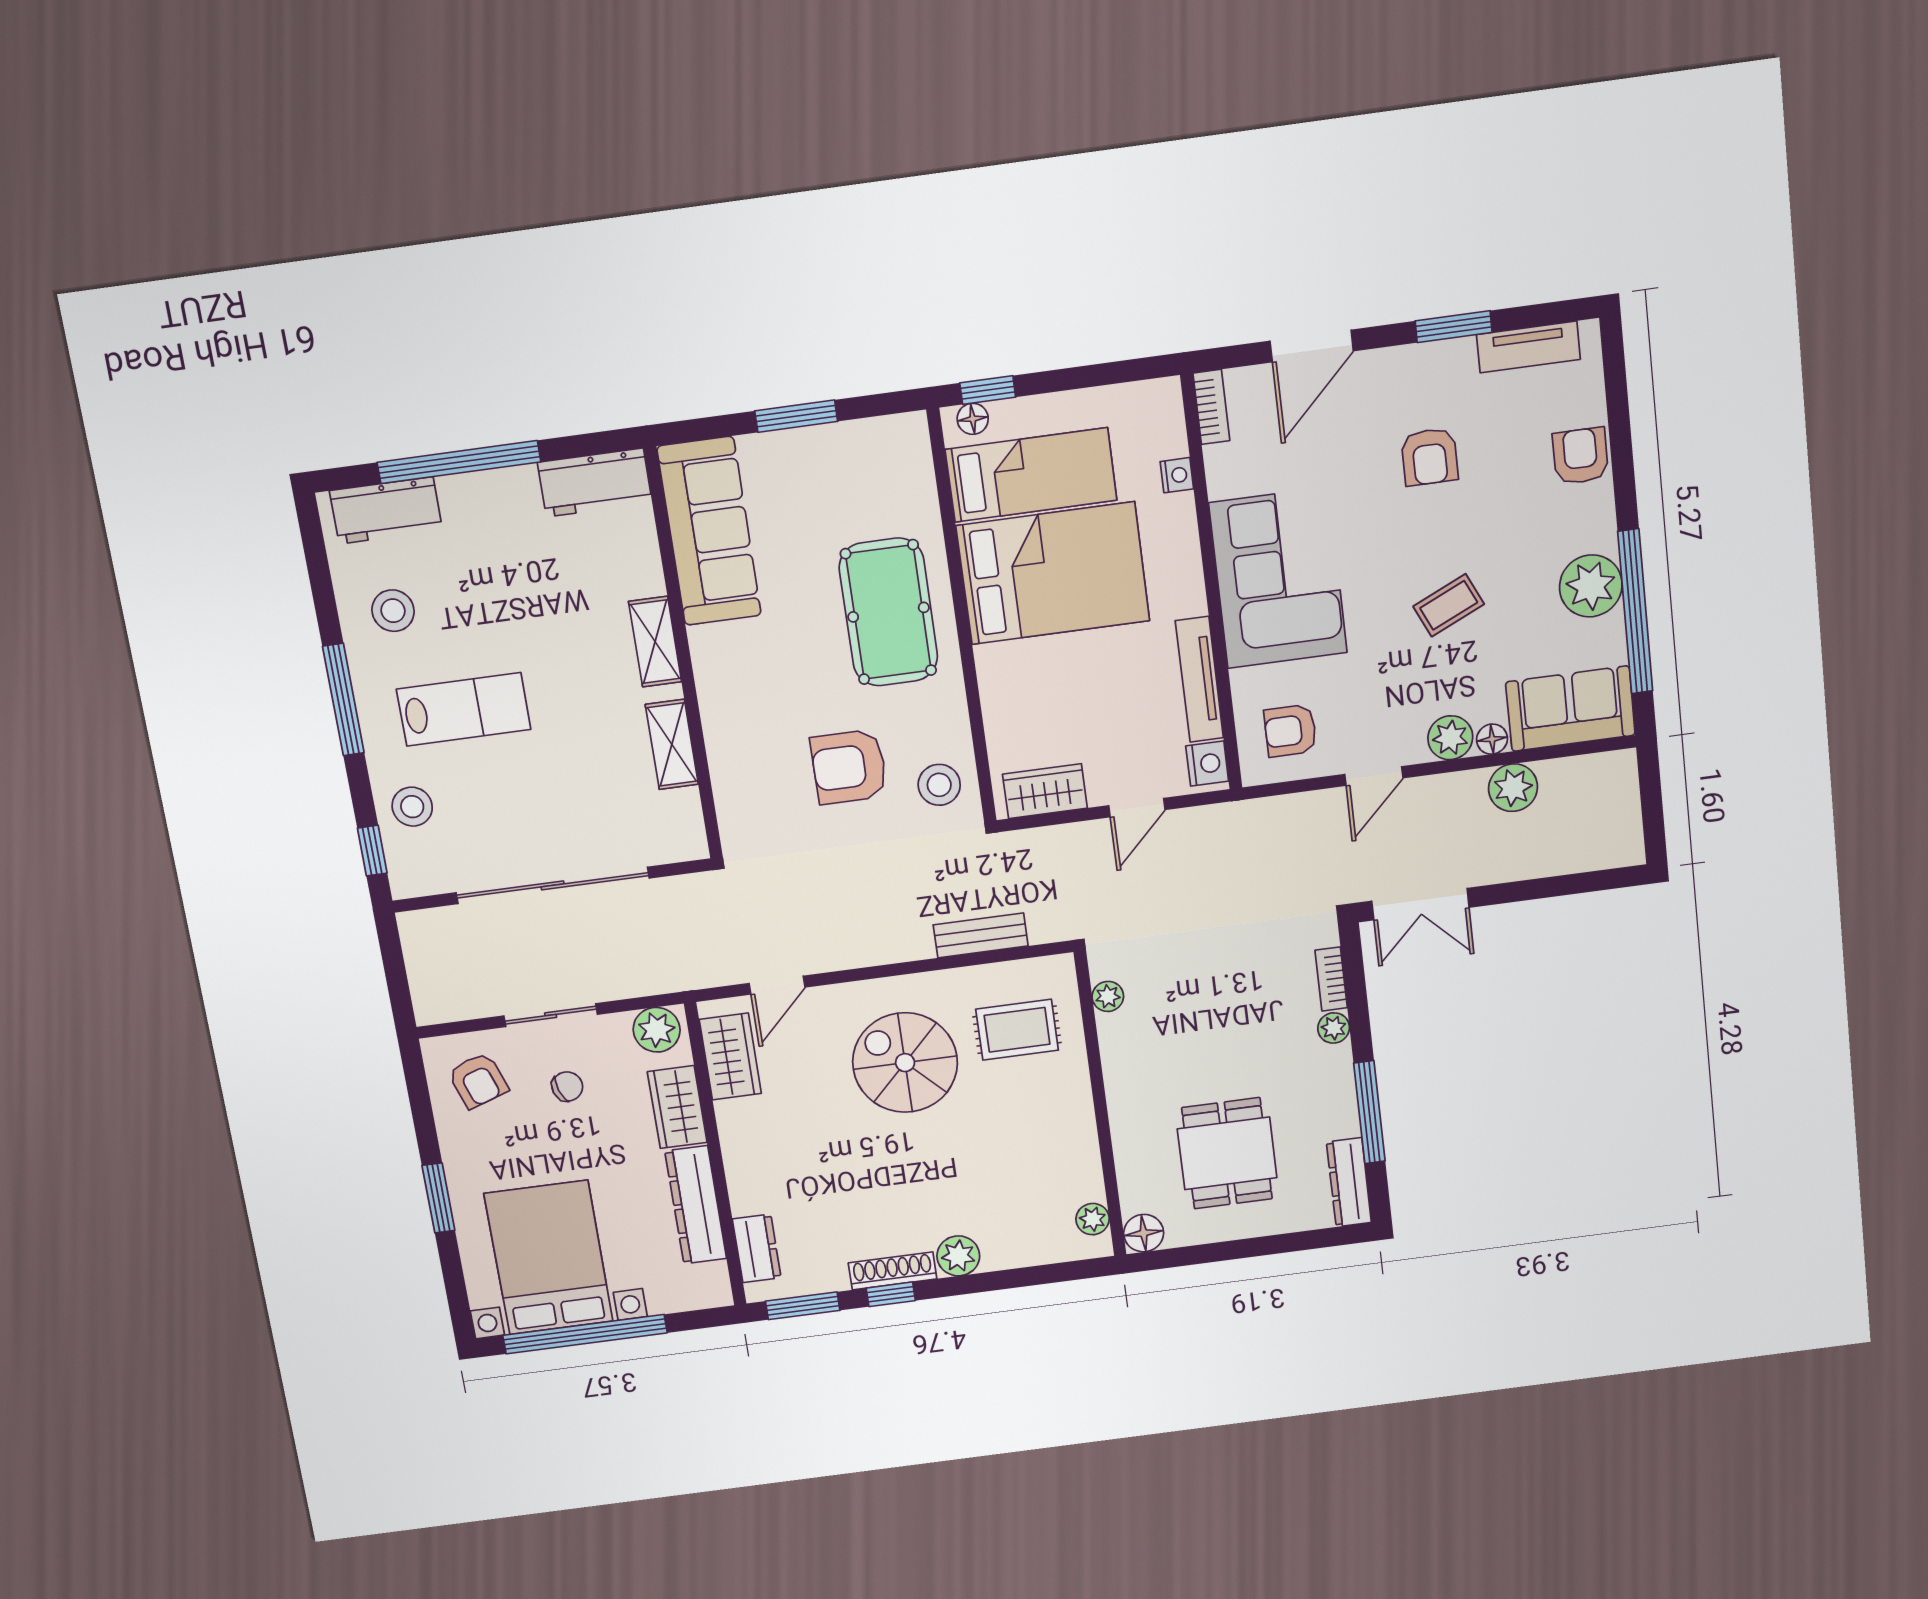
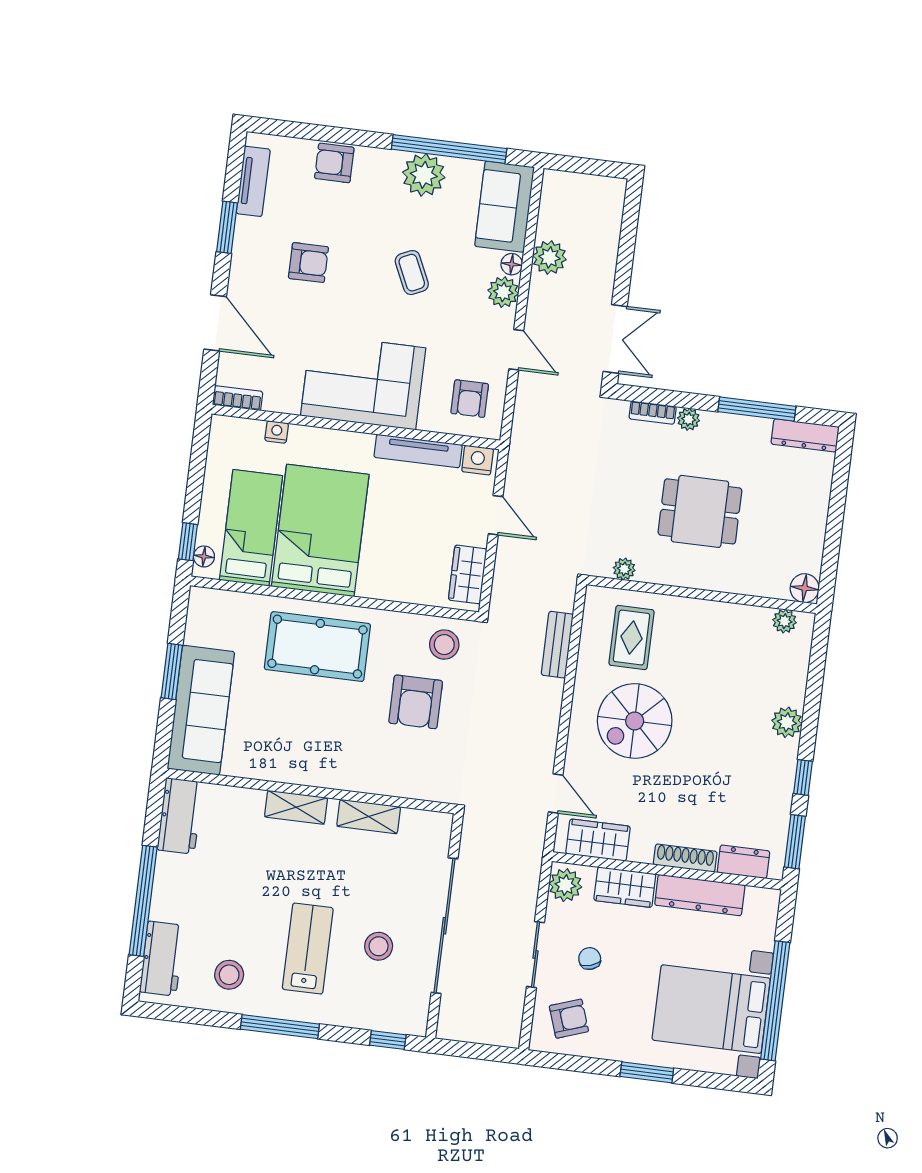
sofa: (709, 531) -> (201, 710), moved, turned 90
stool: (412, 807) -> (379, 946), moved
dining table: (1227, 1153) -> (700, 511), moved
shoe rack: (893, 1271) -> (685, 858), moved, turned 90

